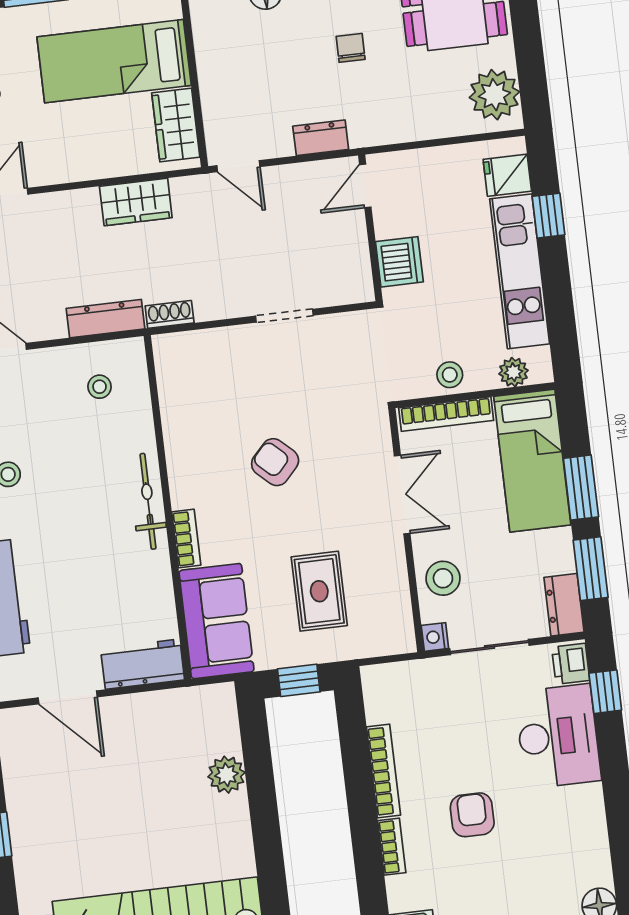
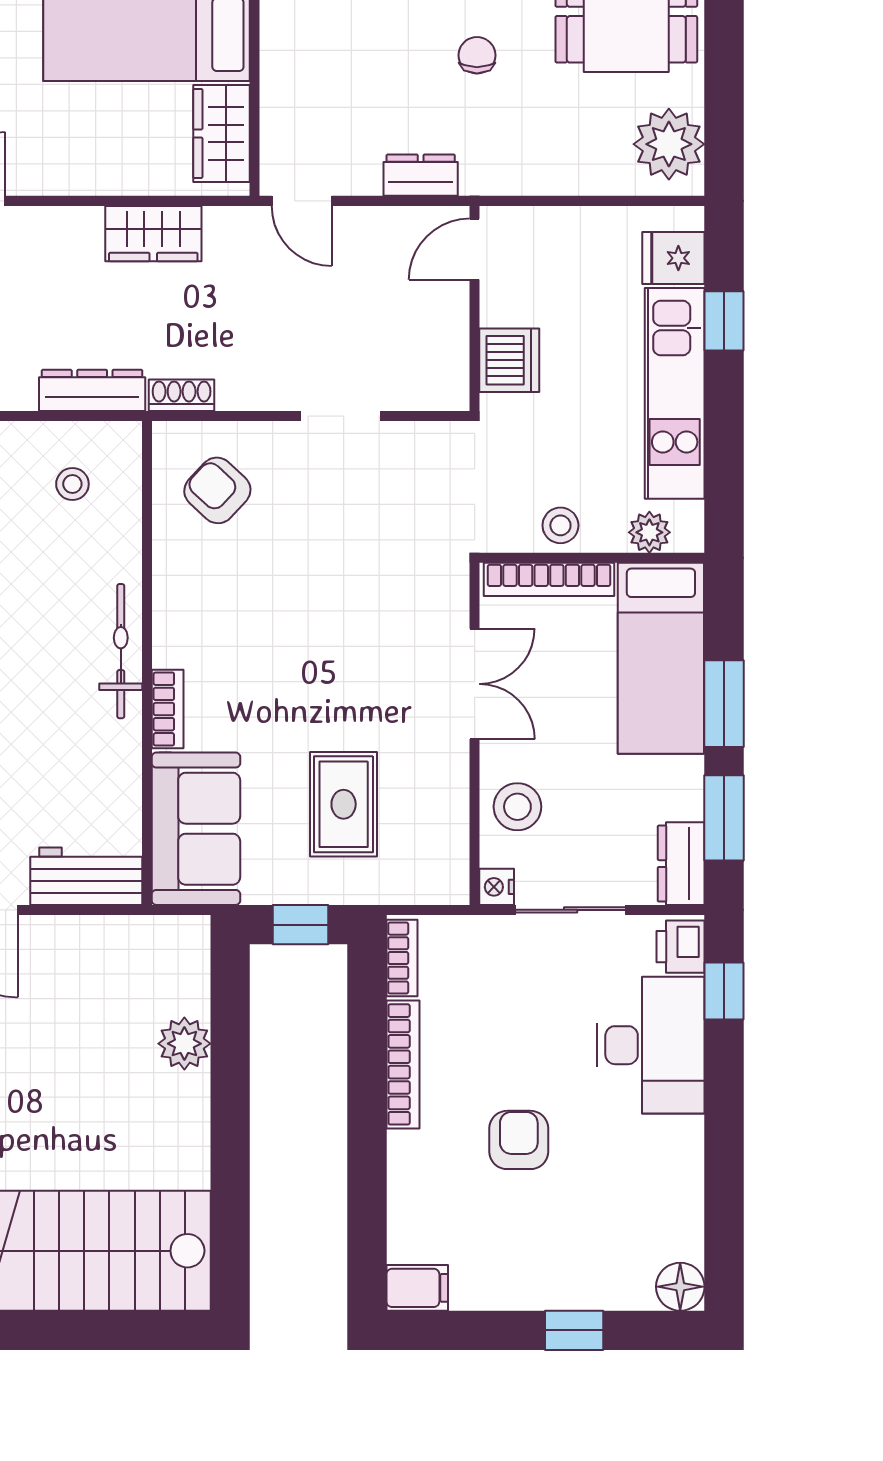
armchair: (275, 462) -> (217, 490), moved
bookcase: (392, 847) -> (402, 958), moved

